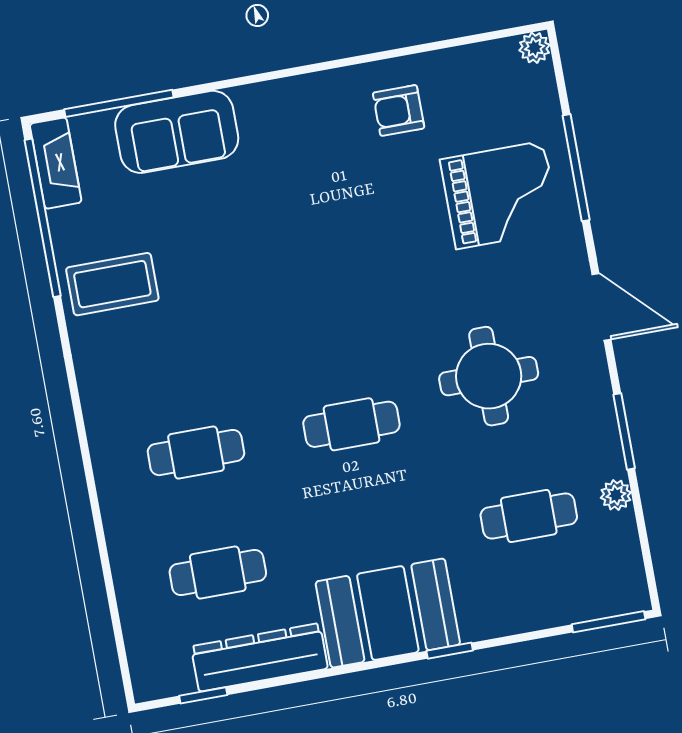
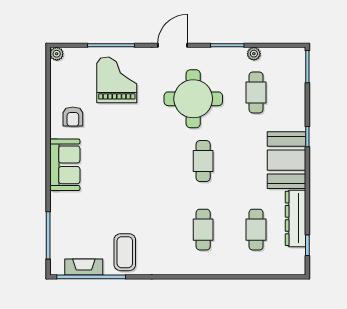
sofa: (177, 132) -> (65, 165), moved
fireplace: (56, 163) -> (84, 267), moved
round table: (489, 376) -> (193, 99), width x1.36, depth x1.36

